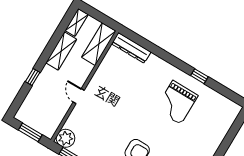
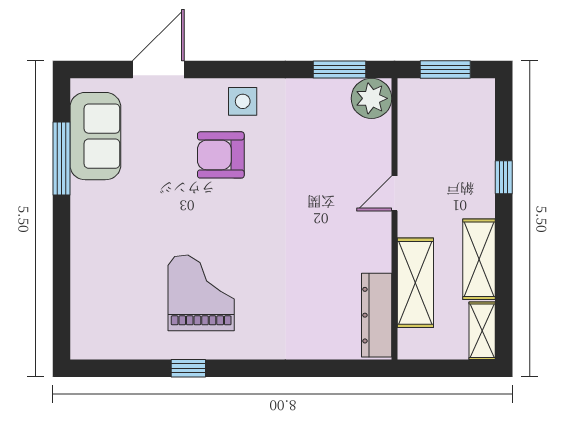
shelving: (99, 44) -> (415, 283), moved
dresser: (131, 48) -> (377, 315), moved, turned -90
door: (79, 96) -> (395, 193), swing flipped

